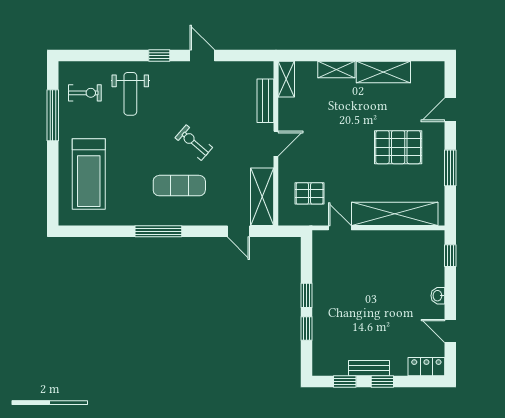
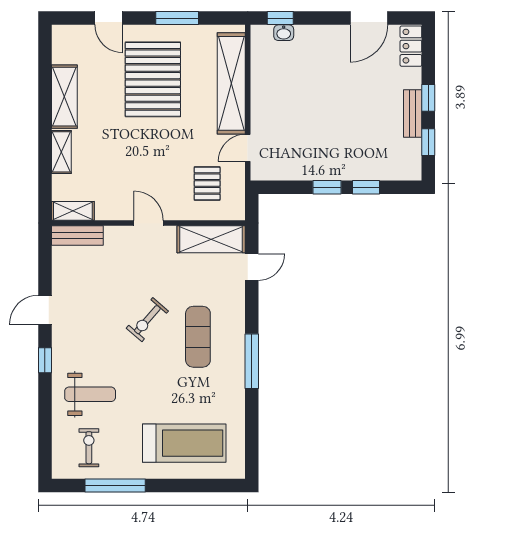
bench: (265, 101) -> (77, 235), moved
pallet: (398, 147) -> (153, 79), width x1.37, depth x1.41
washbasin: (438, 296) -> (284, 33), moved
door: (450, 331) -> (369, 18), width x1.37

